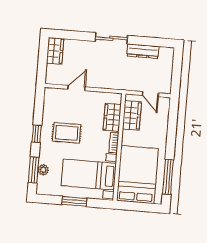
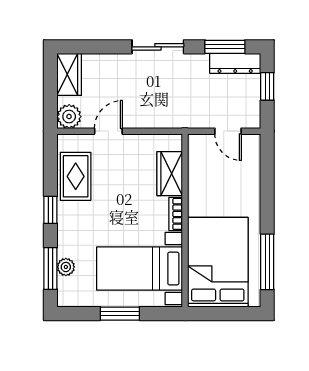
window: (153, 42) -> (225, 47), added
dresser: (143, 51) -> (235, 63), moved
window: (177, 68) -> (267, 86), added
plant: (53, 77) -> (69, 117), added
wardrobe: (132, 115) -> (201, 168), removed
rug: (67, 133) -> (76, 176), moved, turned 90

